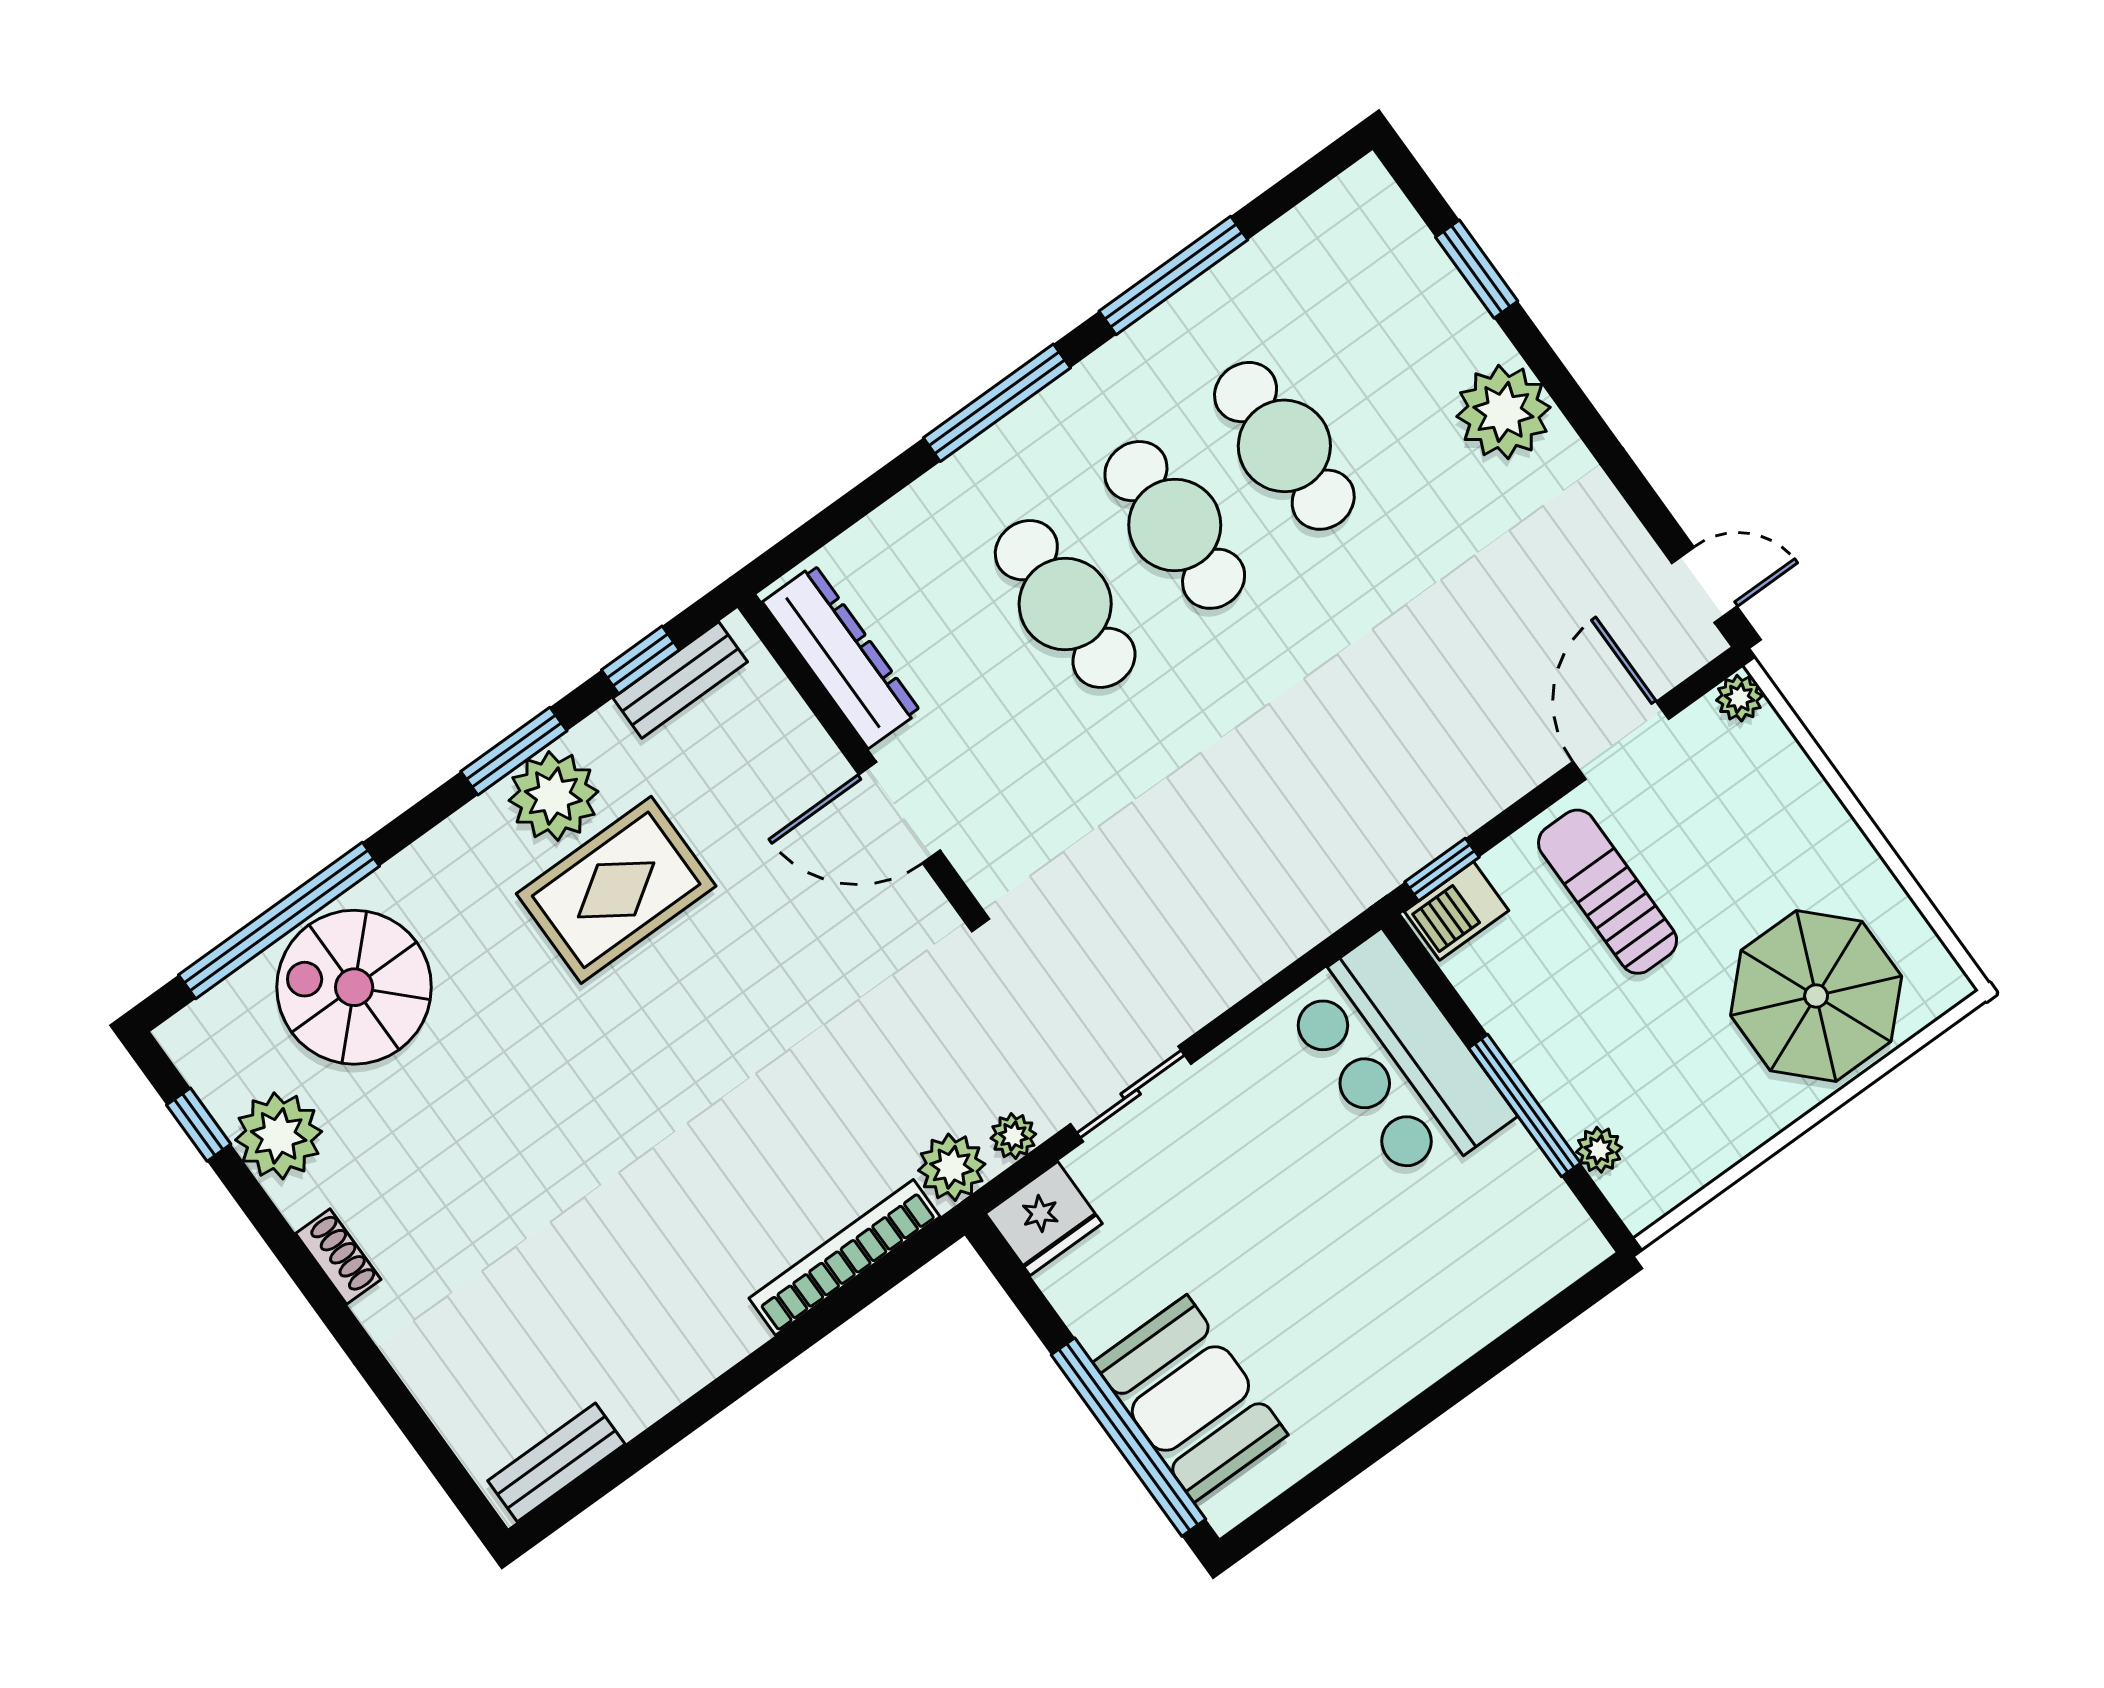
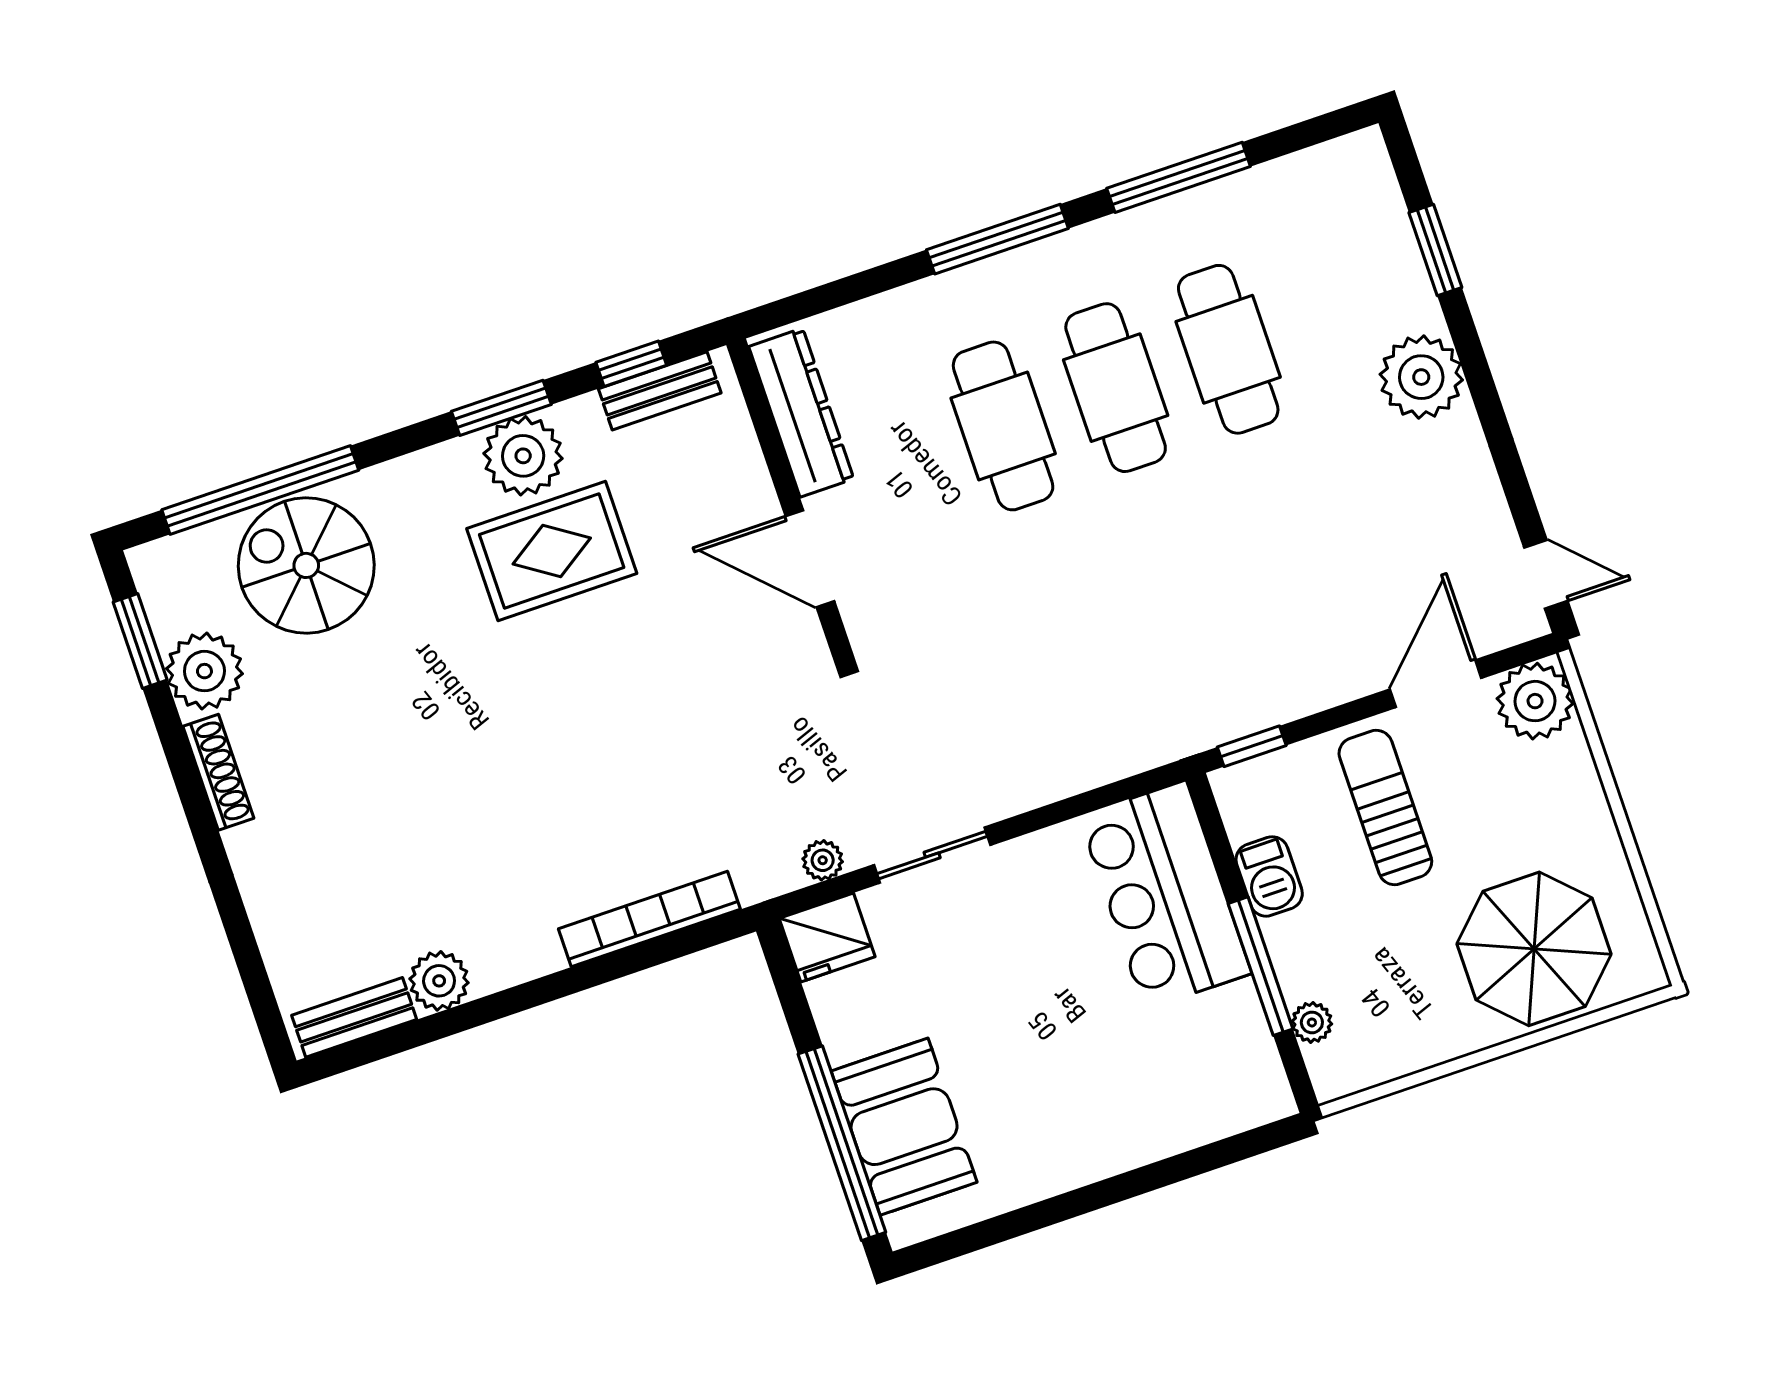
plant: (1739, 698) -> (1535, 701), width x1.87, depth x1.87
barbecue: (1456, 911) -> (1269, 876), moved, turned -90
window: (199, 1125) -> (140, 641), width x1.50
plant: (952, 1167) -> (439, 981), moved
shoe rack: (338, 1256) -> (218, 772), width x1.43

